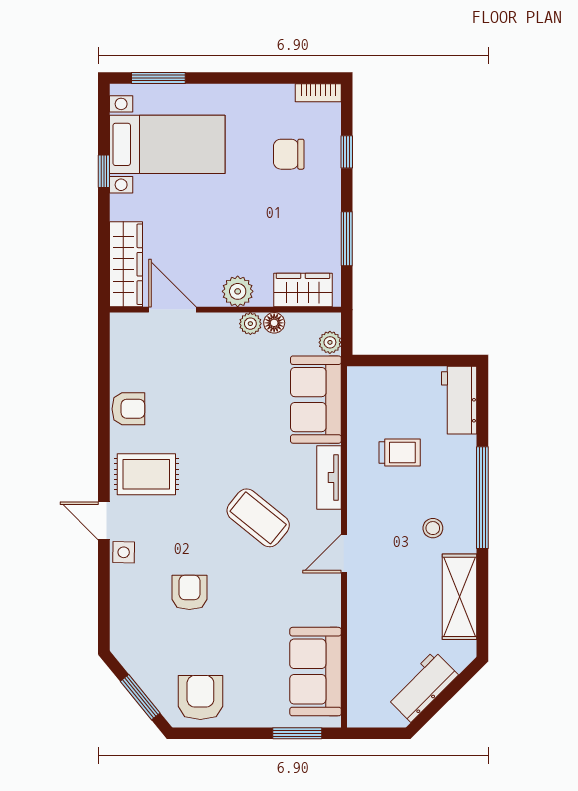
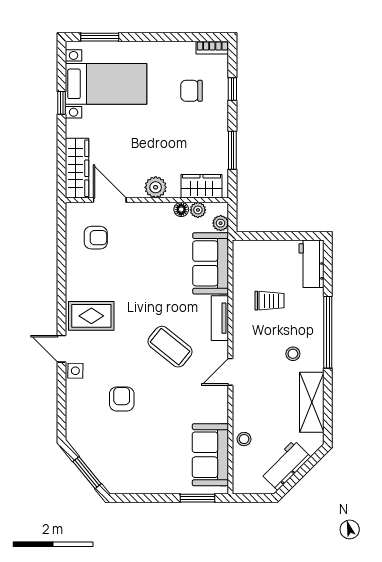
plant: (250, 324) -> (198, 210), moved
armchair: (128, 409) -> (96, 238), moved
stool: (363, 649) -> (244, 439), added
armchair: (200, 697) -> (129, 473), removed

